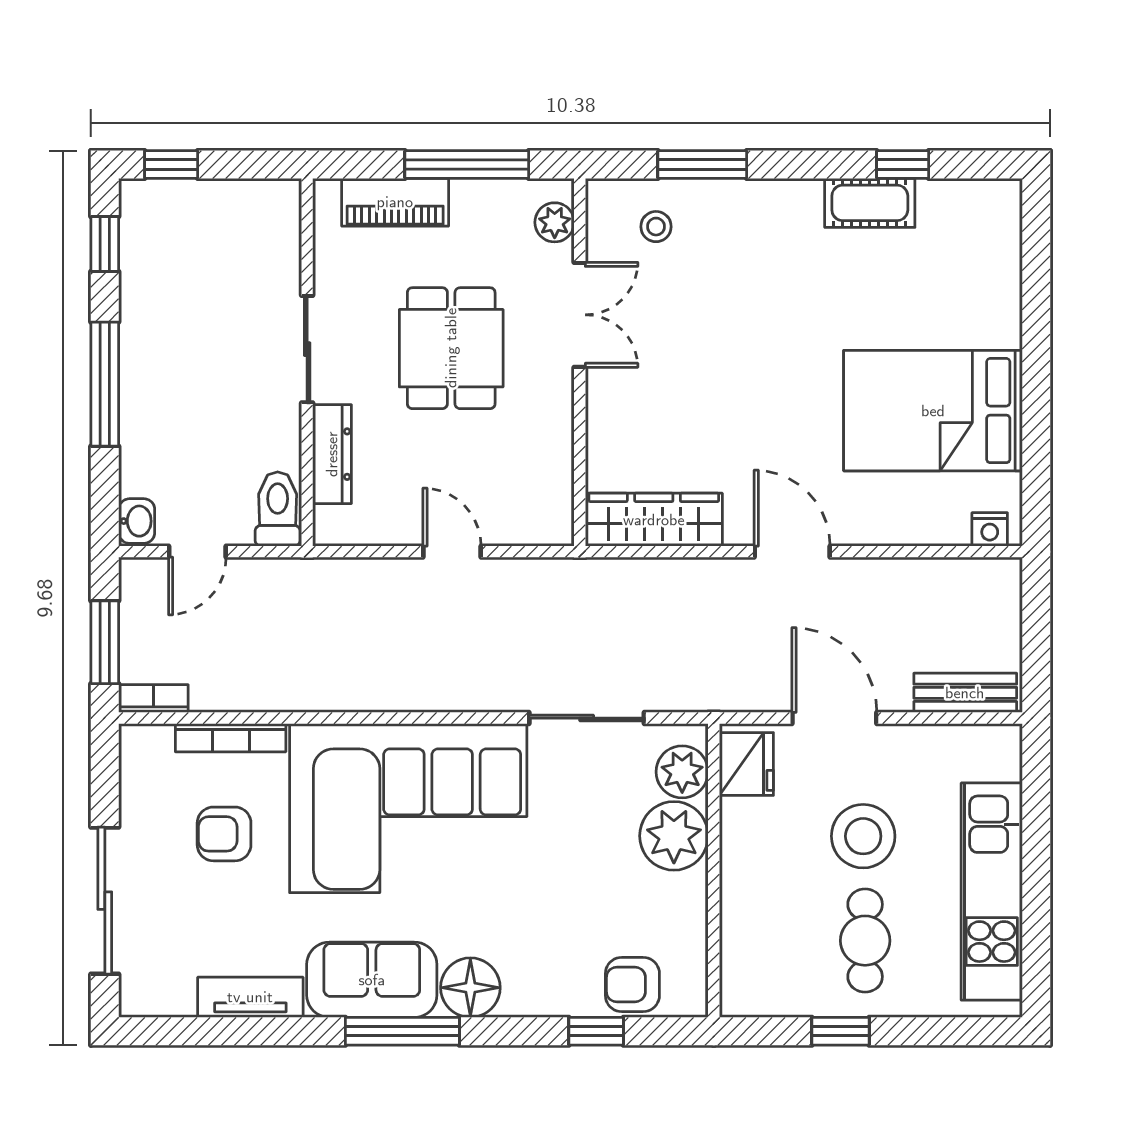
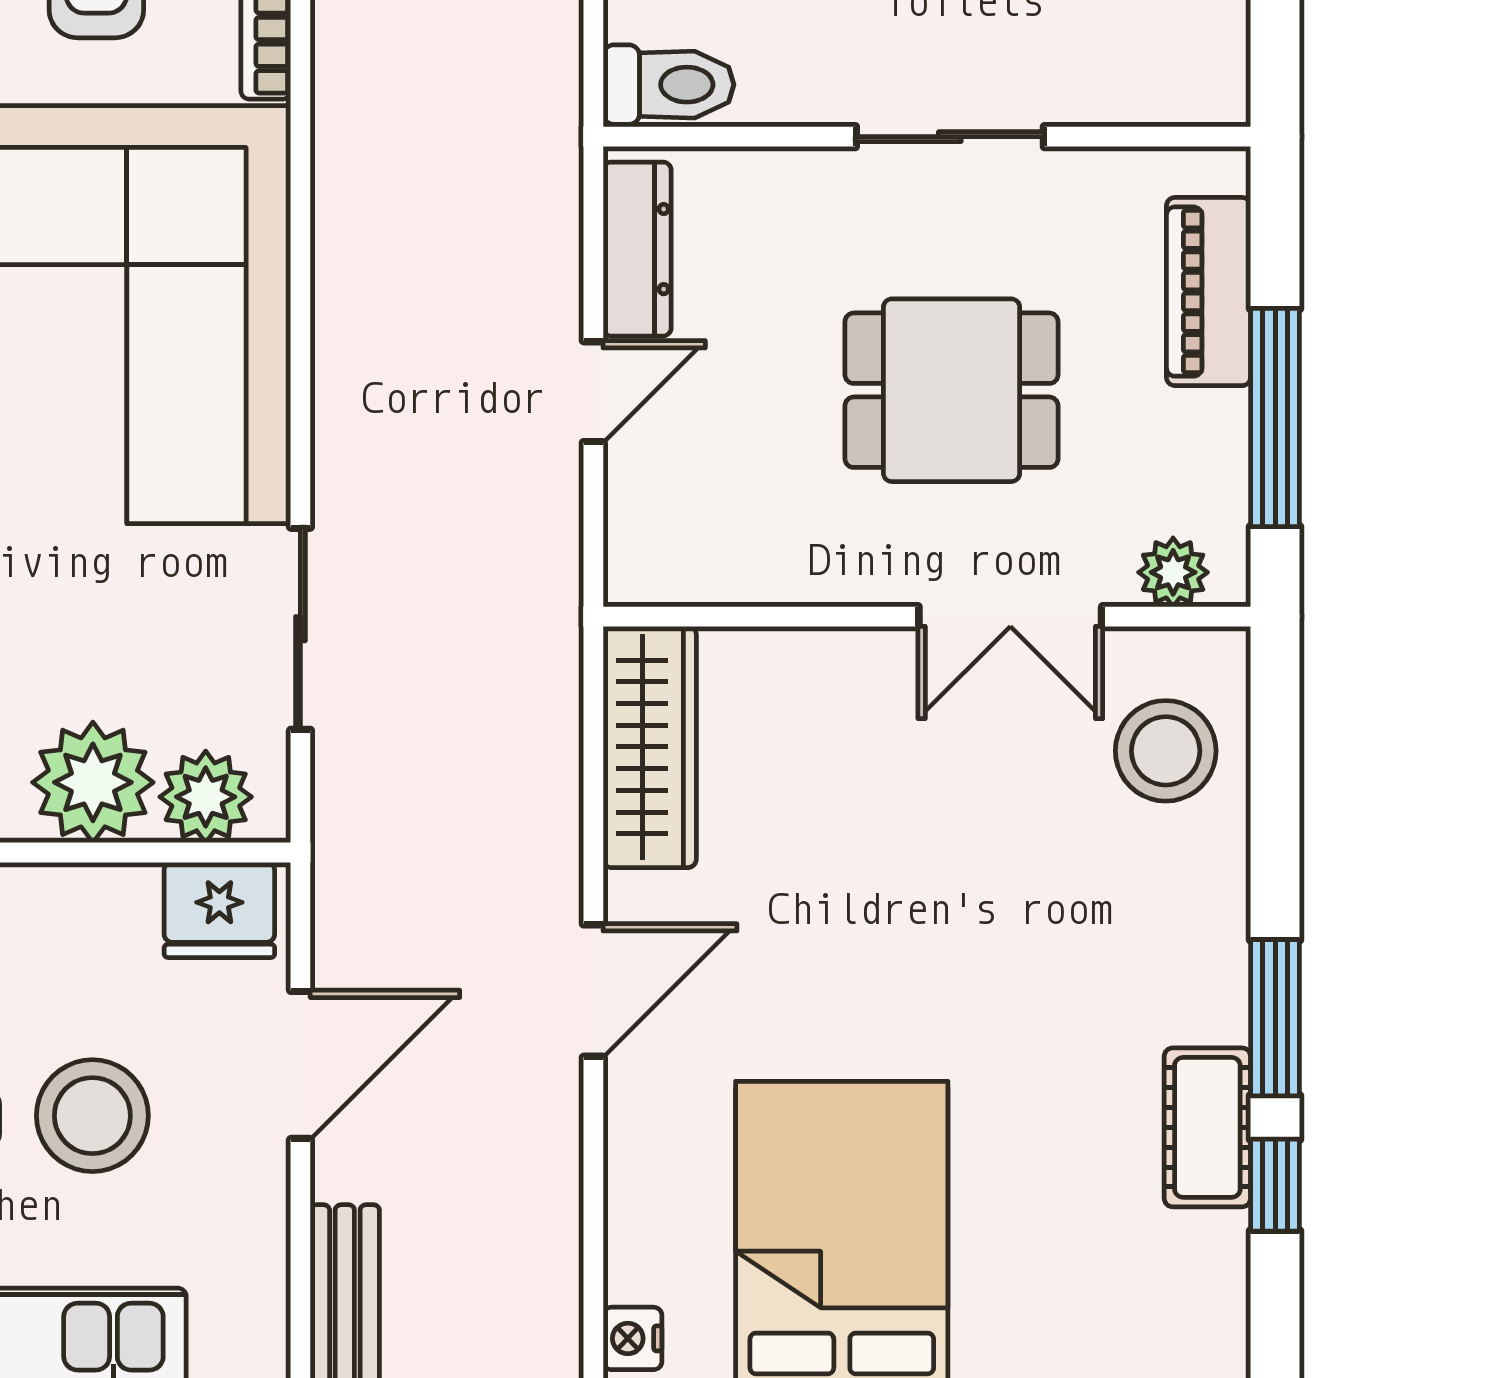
window: (702, 164) -> (1275, 1018), moved
stool: (656, 227) -> (1166, 751), width x1.89, depth x1.89
dresser: (332, 454) -> (637, 249), moved, turned -90

